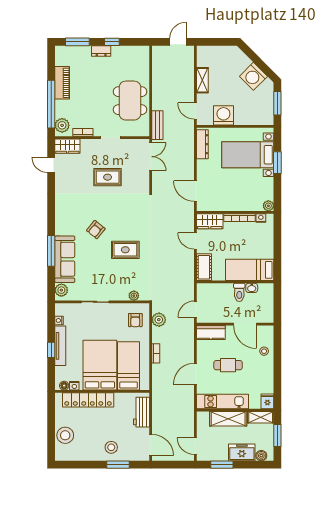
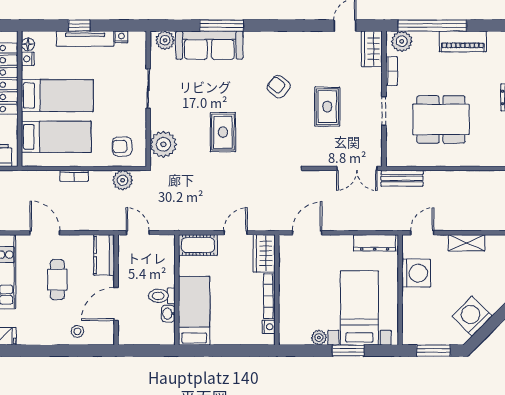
dining table: (130, 101) -> (441, 120), moved
plant: (268, 206) -> (319, 338), moved
armchair: (96, 230) -> (279, 87), moved
plant: (134, 296) -> (163, 144), width x1.88, depth x1.88
bed: (100, 365) -> (57, 96), width x0.67

